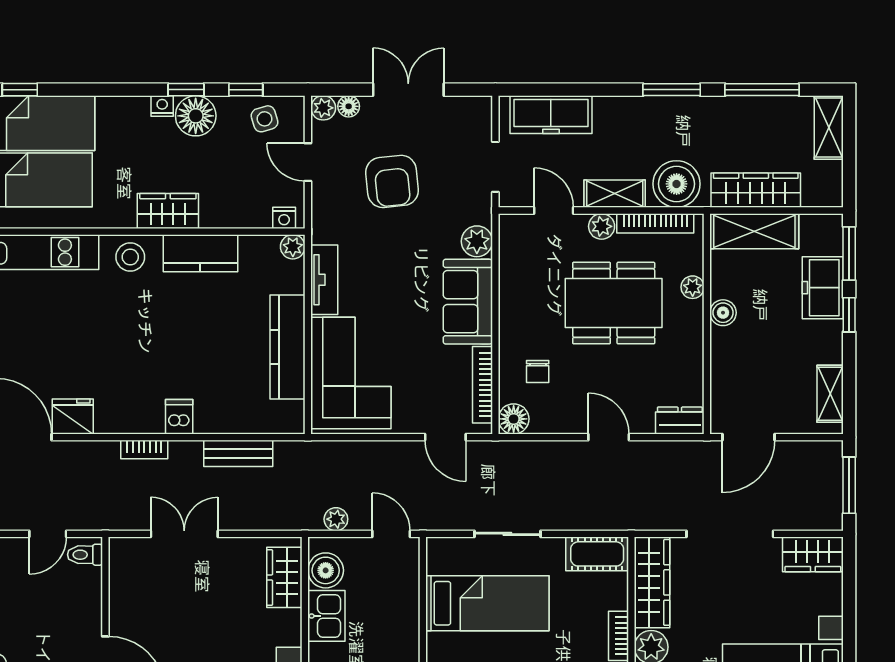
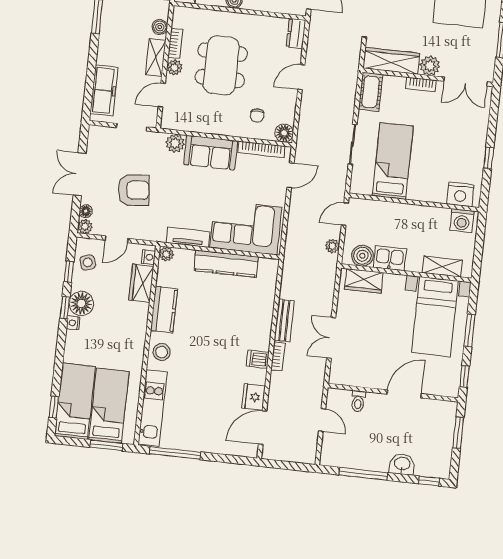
boiler: (677, 184) -> (160, 27), width x0.54, depth x0.54
wardrobe: (168, 211) -> (141, 283), moved
bookcase: (655, 223) -> (175, 43), width x0.64
plant: (693, 287) -> (217, 17), removed
chair: (538, 371) -> (257, 115), turned 90
dishwasher: (179, 417) -> (258, 359), moved
bench: (238, 453) -> (284, 320), moved
toilet: (85, 555) -> (358, 401), moved

